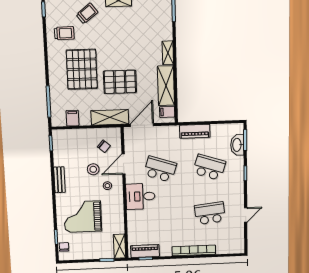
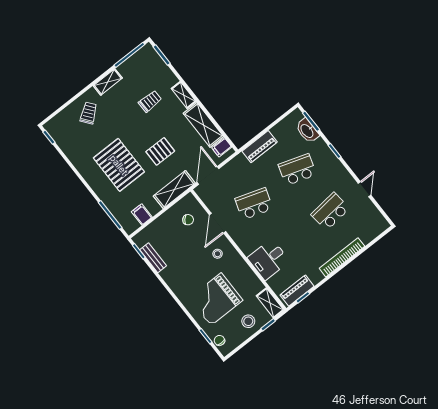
trolley: (64, 33) -> (150, 101), moved
pallet: (120, 82) -> (160, 151), width x0.67, depth x0.71
stool: (93, 169) -> (248, 321), moved
bench: (59, 180) -> (153, 258), moved
desk: (140, 196) -> (268, 259), moved

